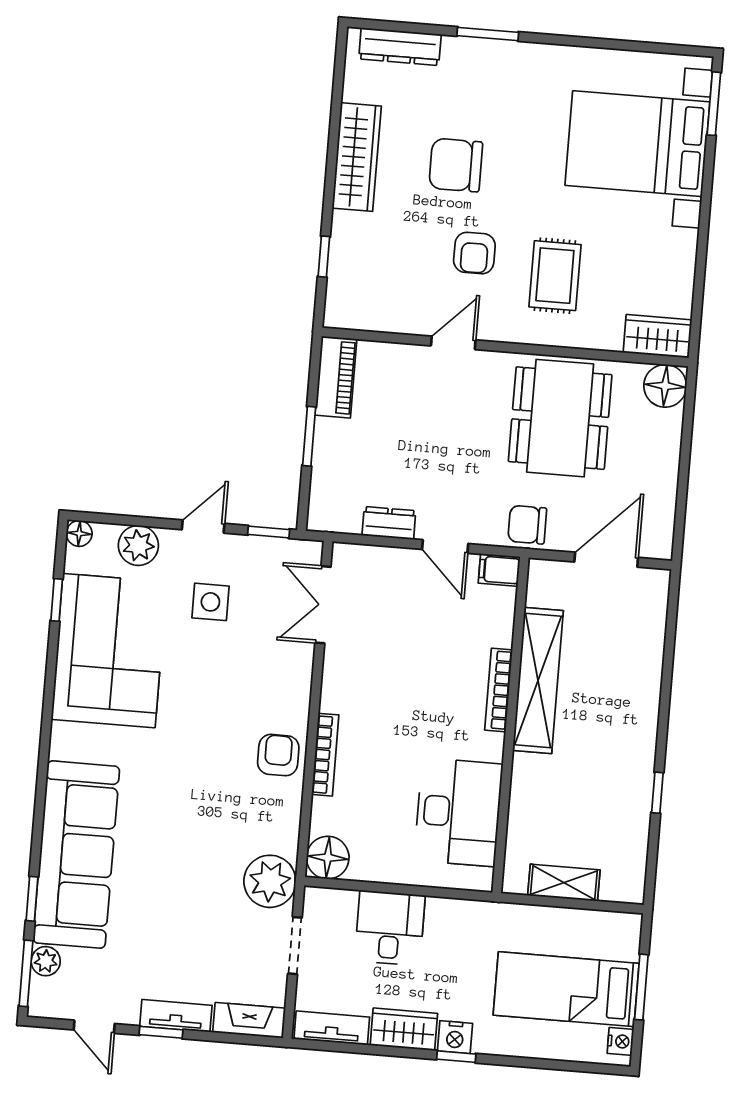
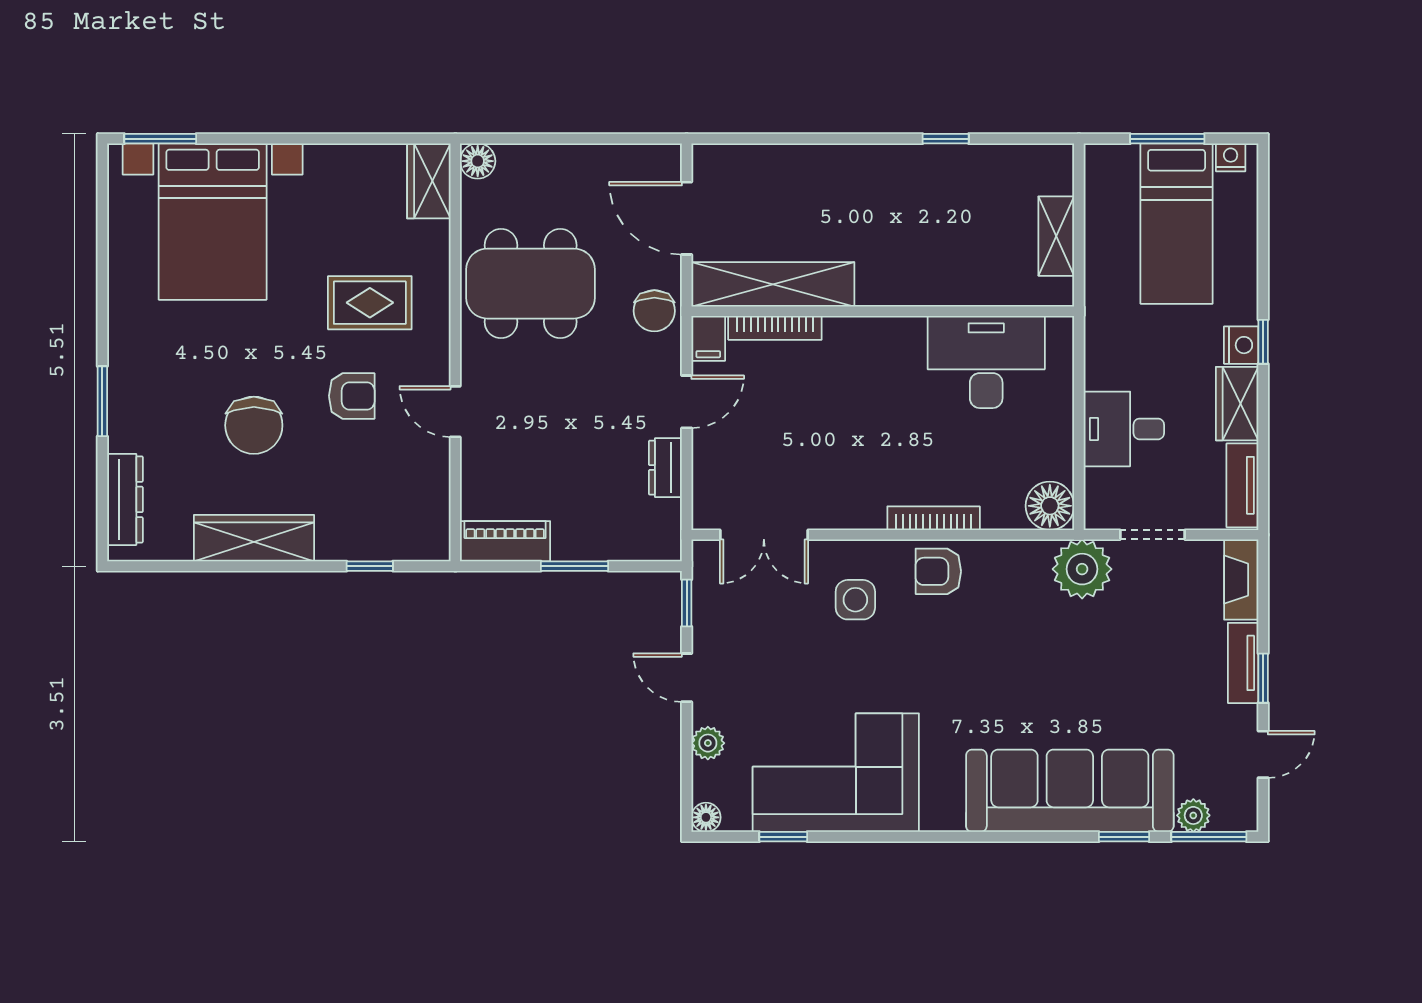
floor lamp: (665, 386) -> (478, 161), width x0.73, depth x0.73
plant: (138, 545) -> (708, 743), width x0.73, depth x0.73
side table: (210, 602) -> (855, 600), moved
shelving: (538, 681) -> (773, 284), moved
bookcase: (499, 690) -> (775, 328), moved

